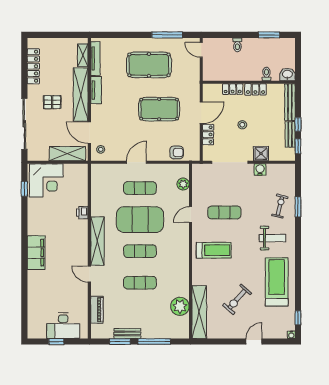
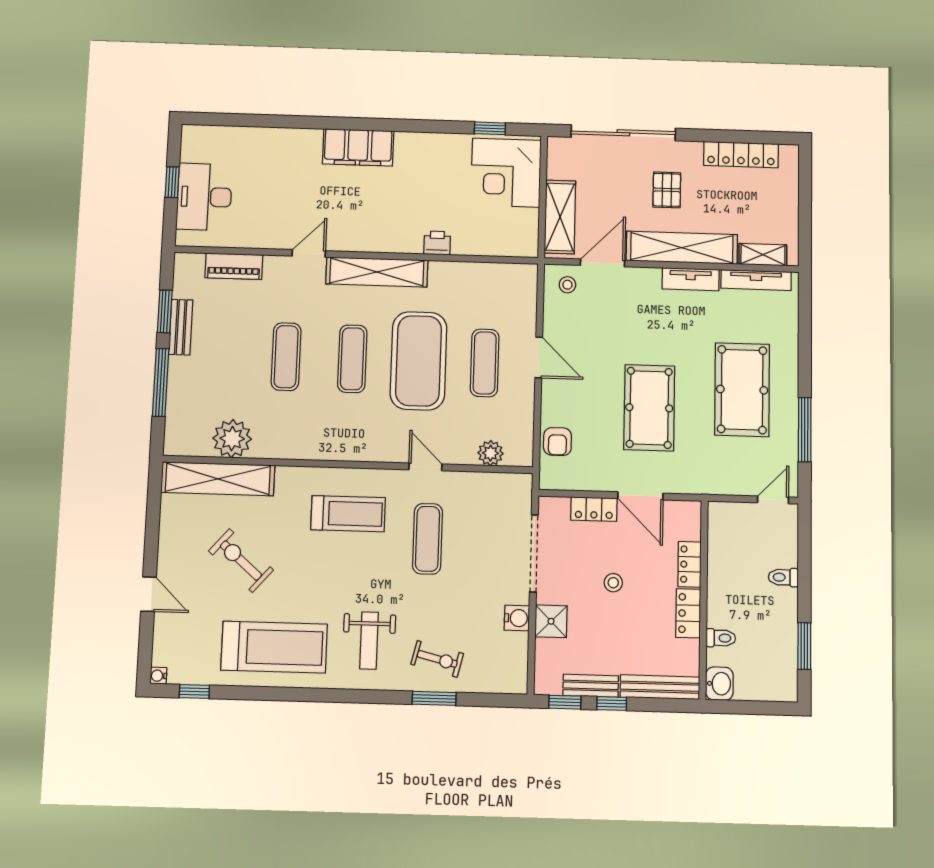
treadmill: (214, 250) -> (348, 514), turned -90

